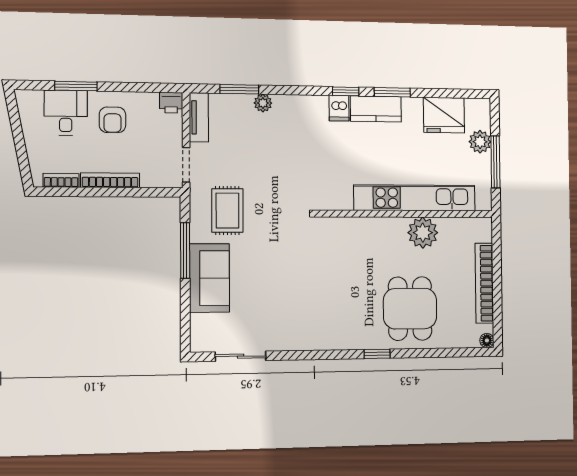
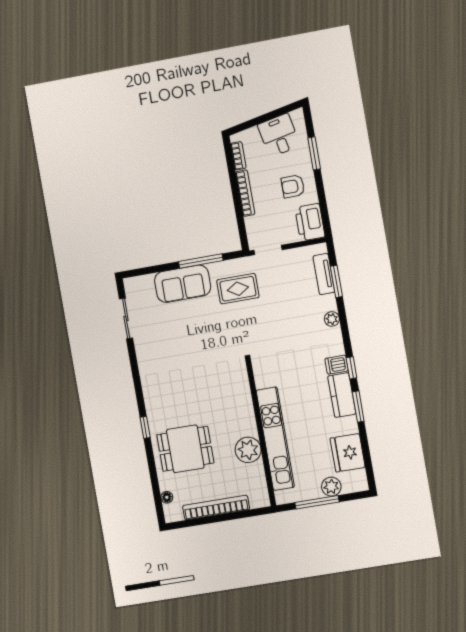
printer: (171, 103) -> (310, 222), width x1.87, depth x1.48
plant: (263, 103) -> (332, 319), moved
desk: (66, 113) -> (279, 135), moved, turned -101
tv unit: (199, 117) -> (324, 274), moved, turned 90
floor lamp: (487, 340) -> (167, 497), moved

